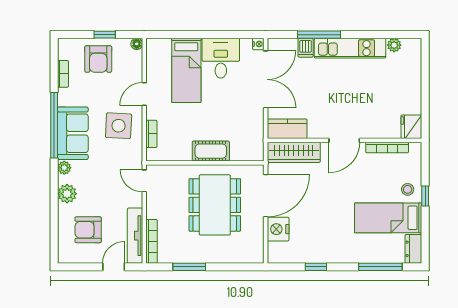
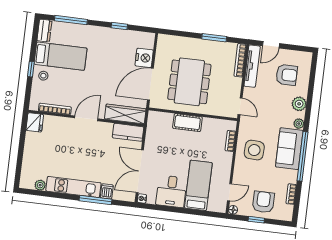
door: (144, 94) -> (230, 192), moved

